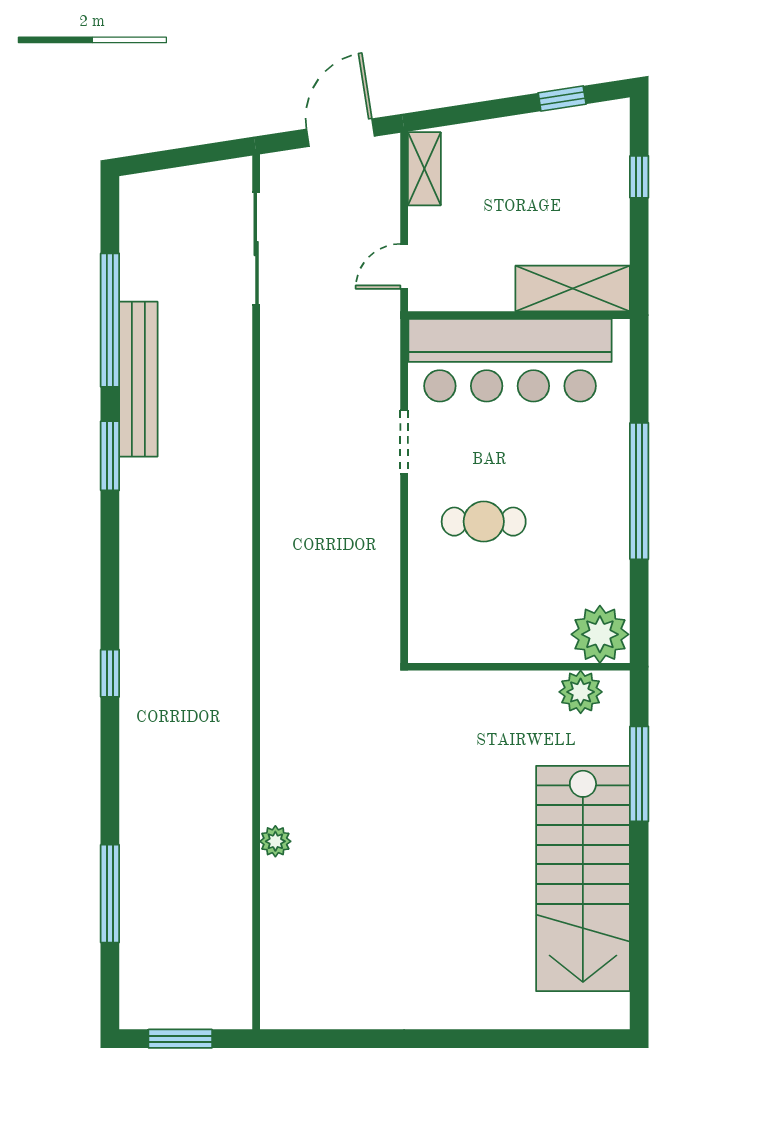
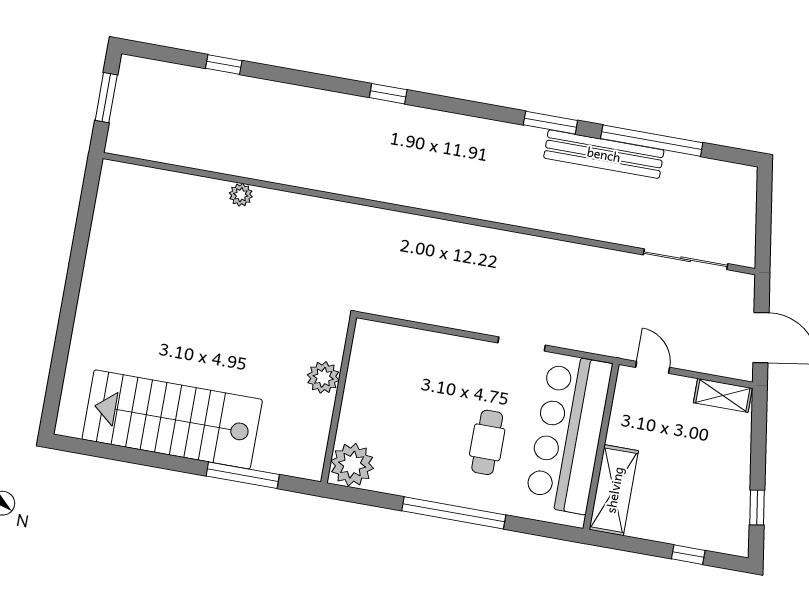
cafe table: (484, 522) -> (487, 442), moved
plant: (581, 692) -> (323, 377), moved
window: (110, 894) -> (224, 64), width x0.46

